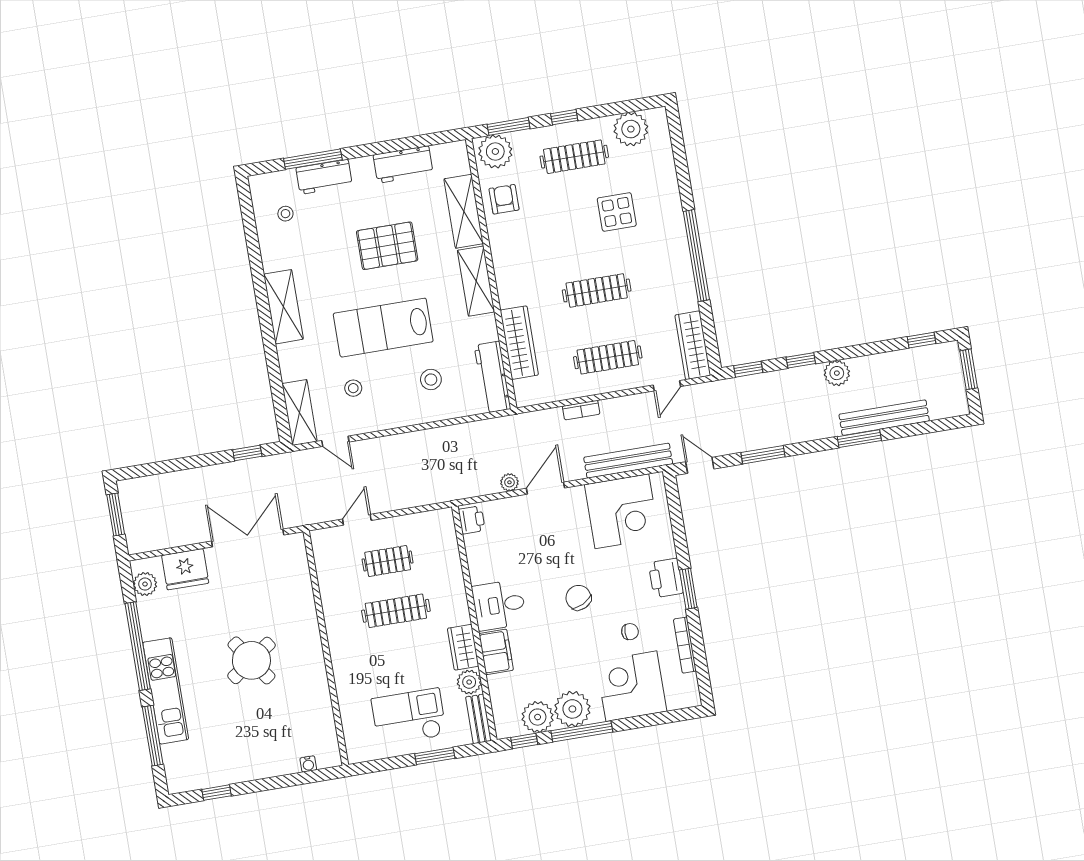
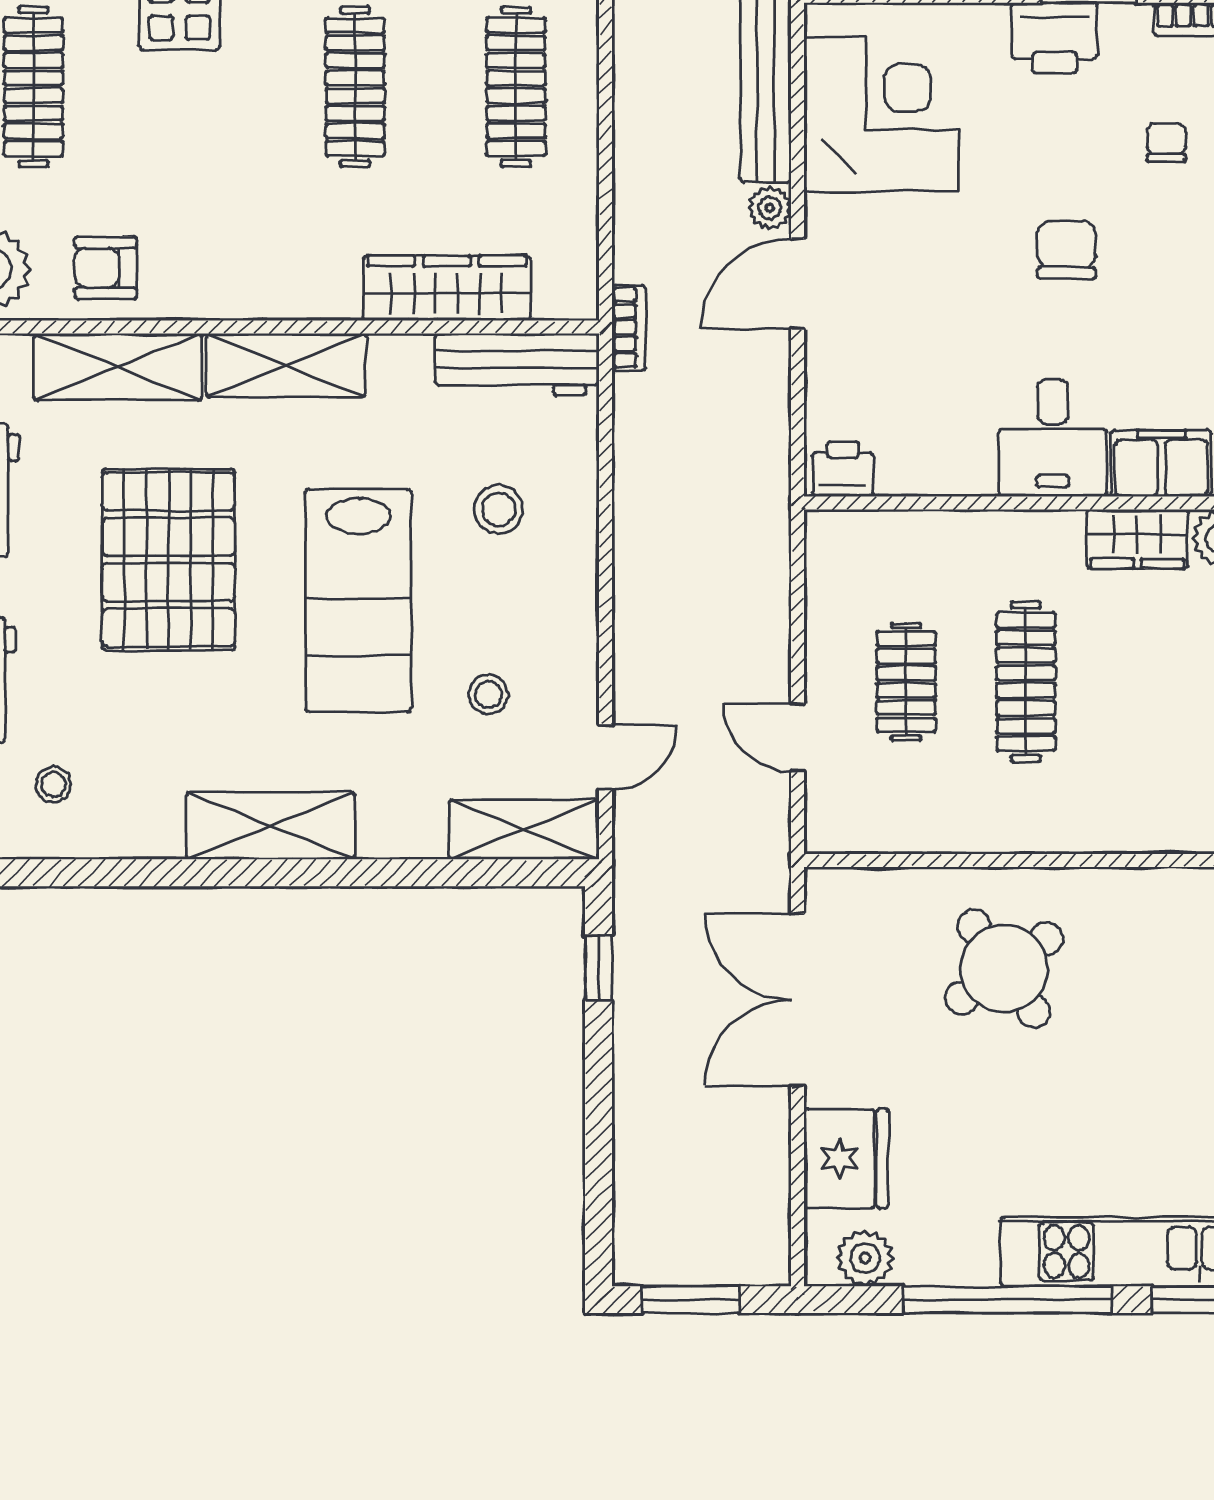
pallet: (387, 246) -> (169, 559), width x1.37, depth x1.41
bookcase: (581, 410) -> (629, 328), moved
plant: (509, 482) -> (770, 208), moved
door: (546, 488) -> (798, 284), hinge flipped
chair: (578, 598) -> (1067, 250), turned 116
round table: (251, 660) -> (1004, 969), moved

